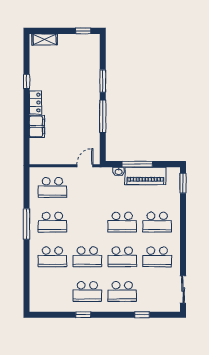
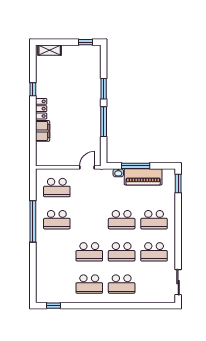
window: (27, 224) -> (33, 221), width x1.46
school desk: (52, 257) -> (57, 252), removed
window: (83, 315) -> (54, 306), moved
window: (142, 315) -> (140, 306), removed

